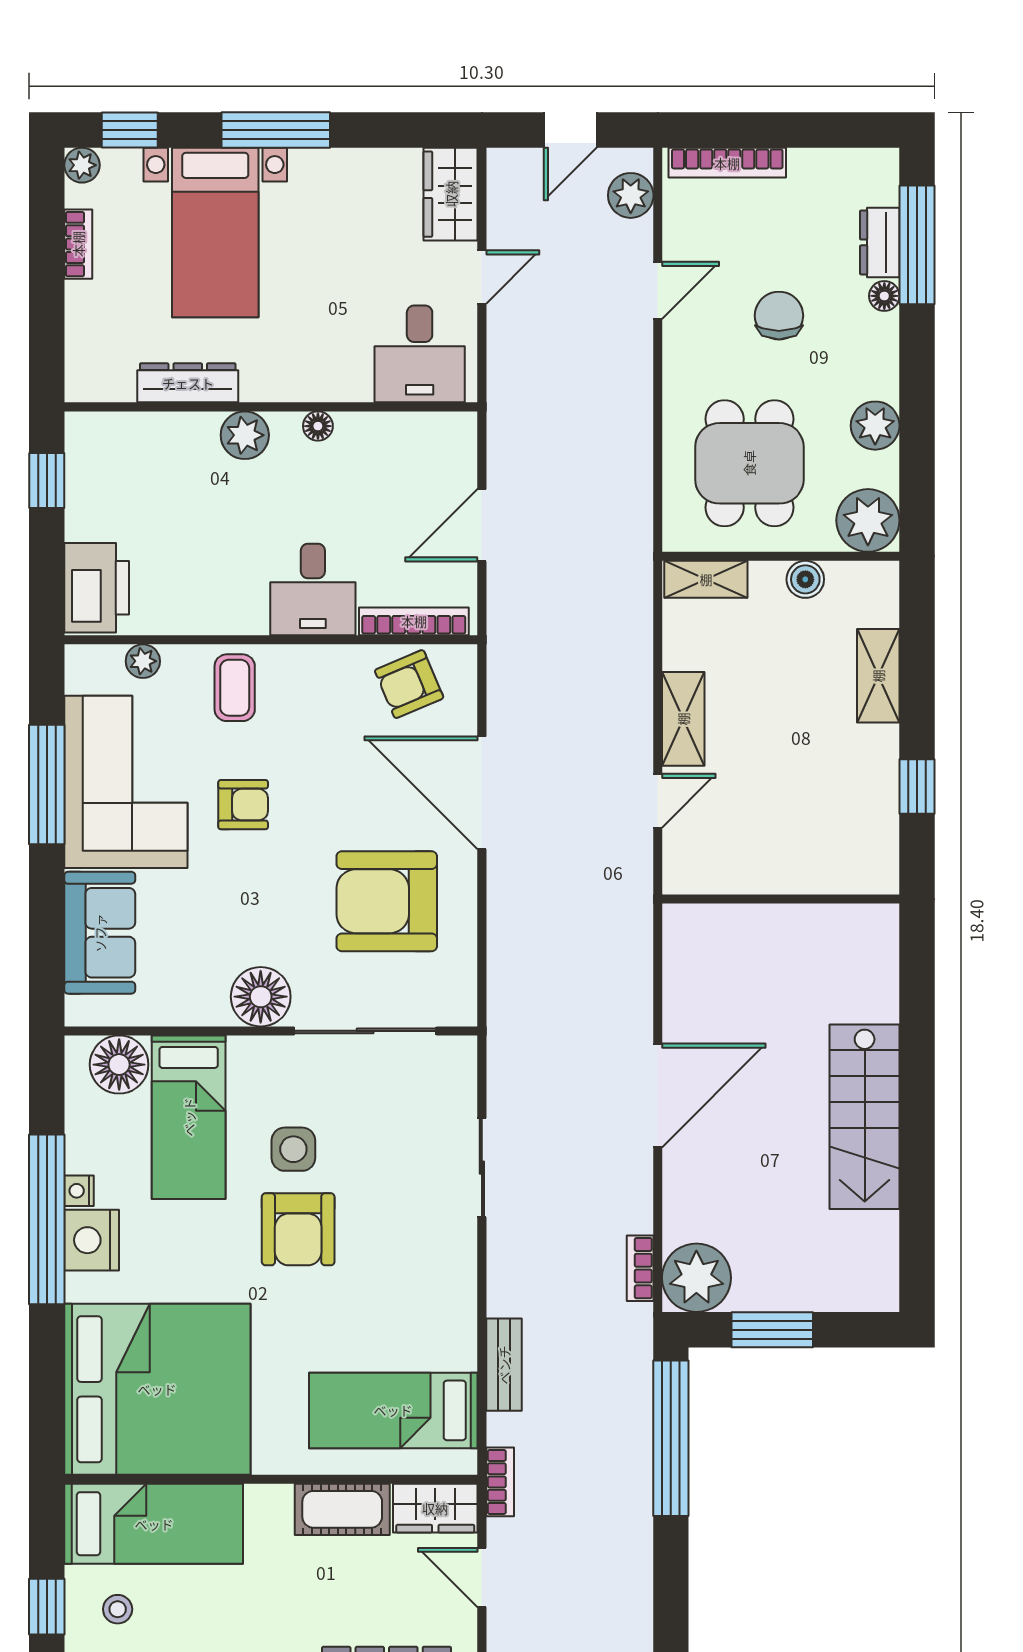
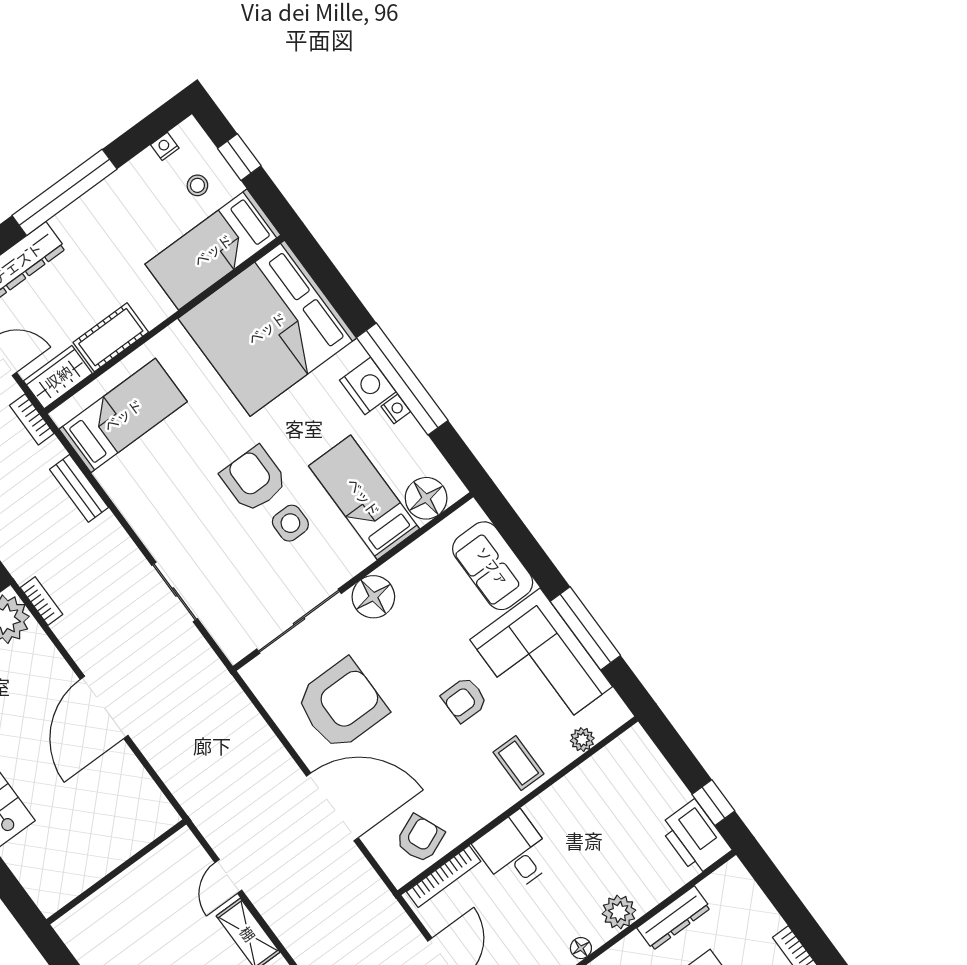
printer: (97, 588) -> (695, 838), moved

